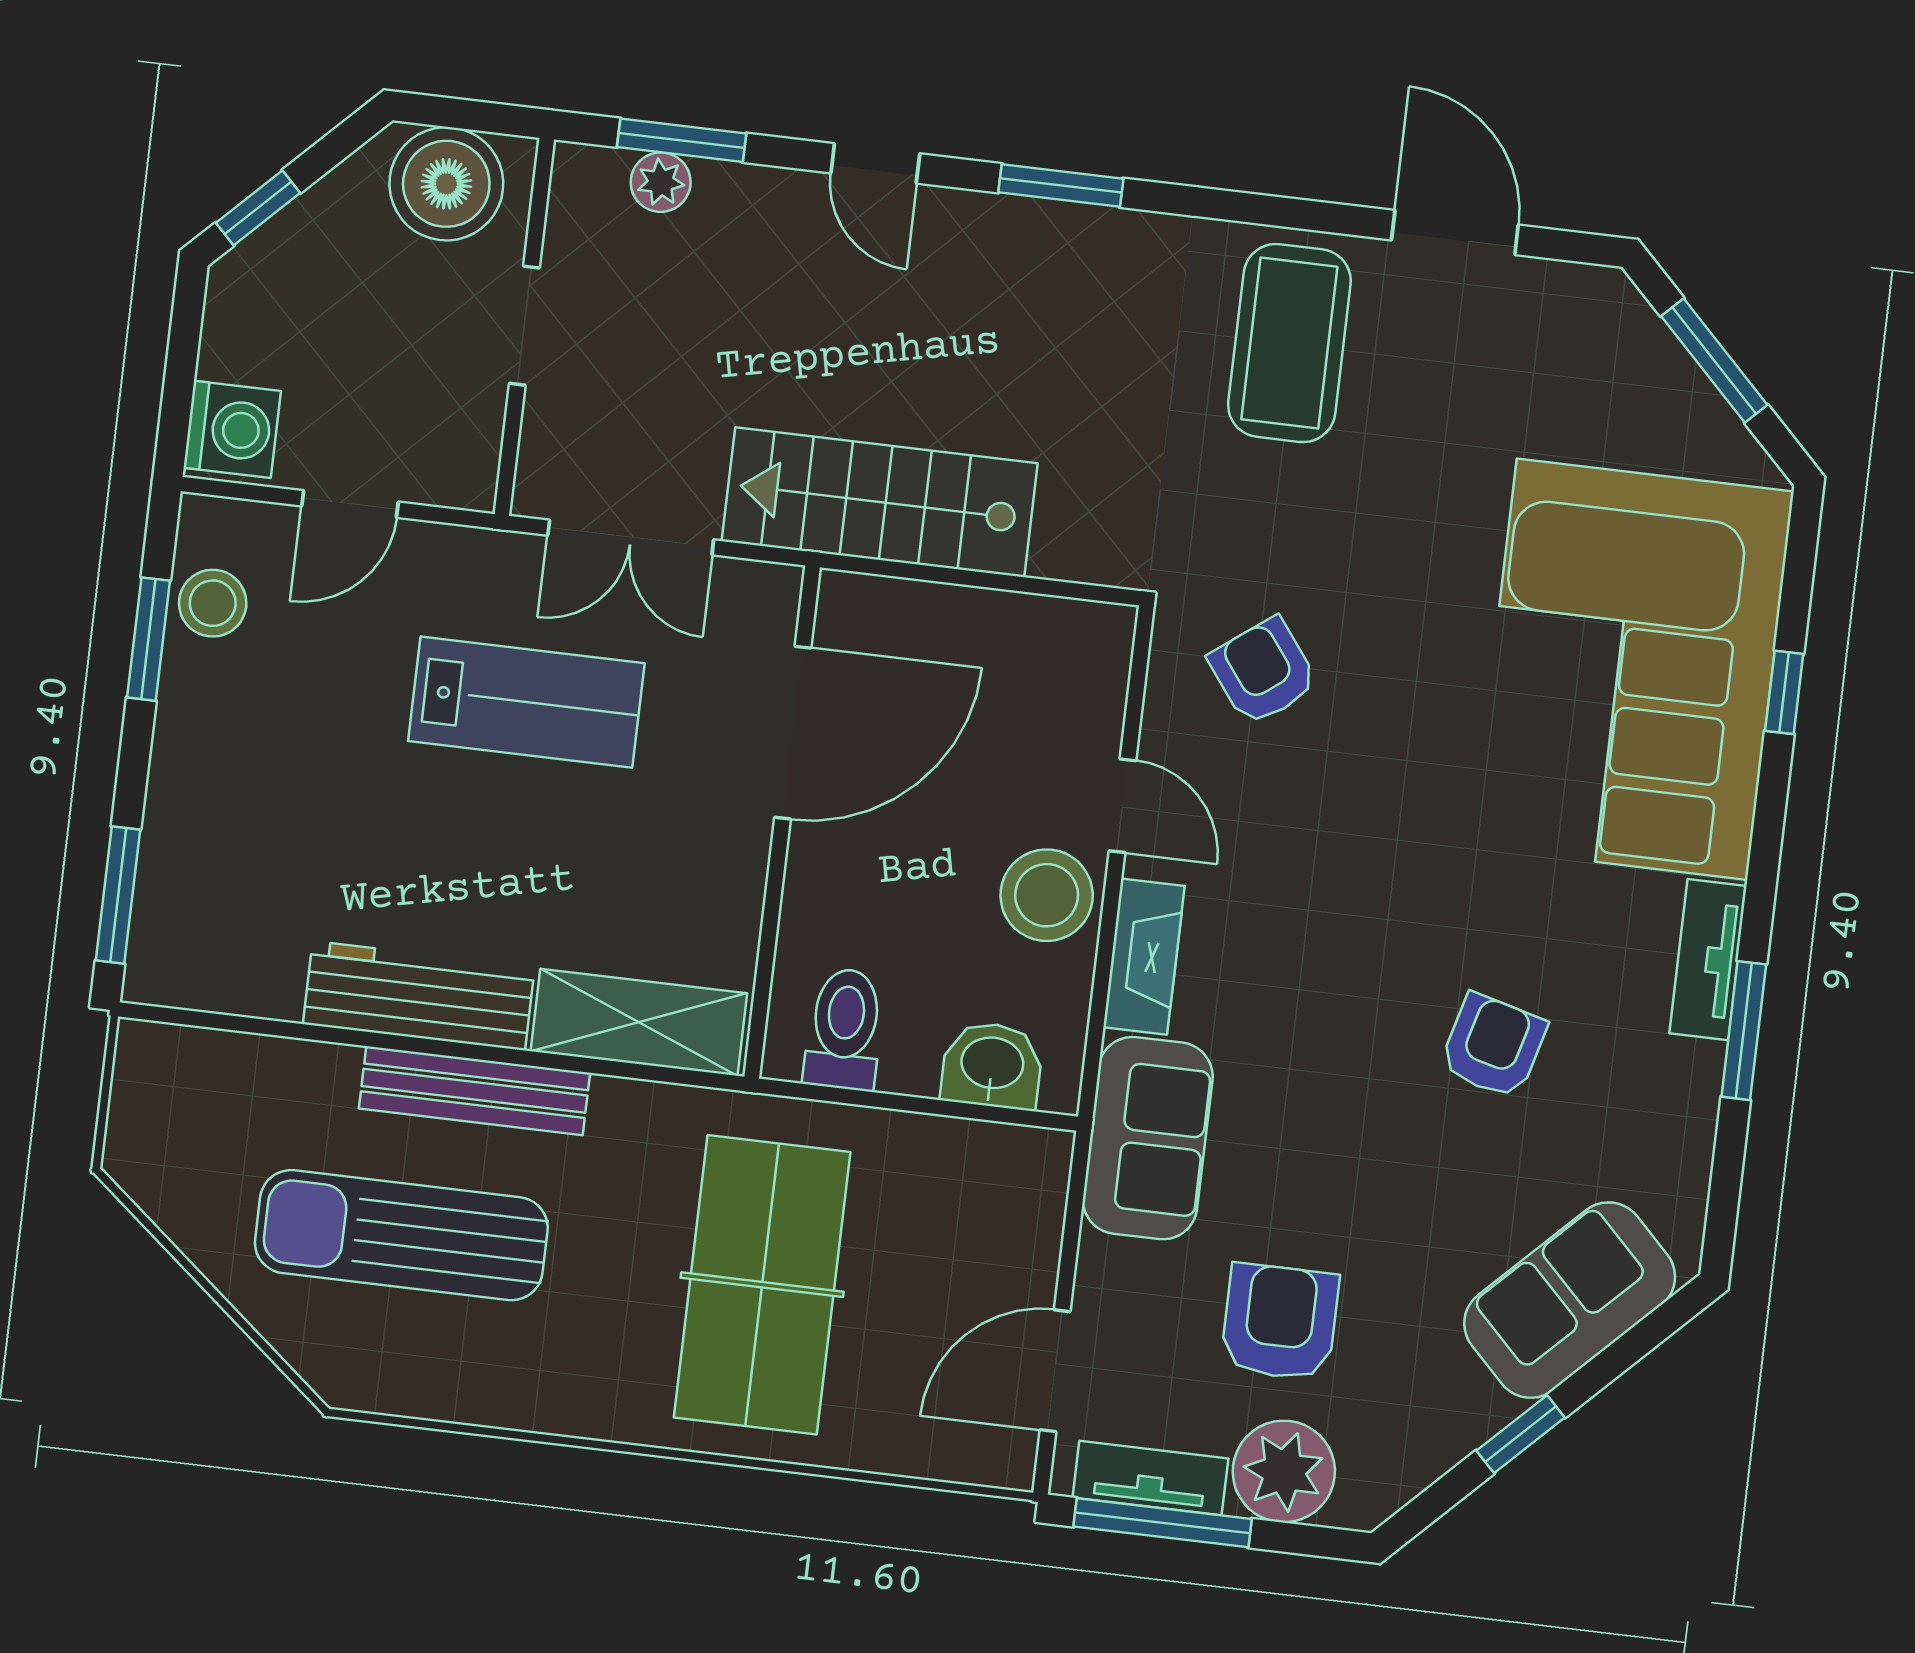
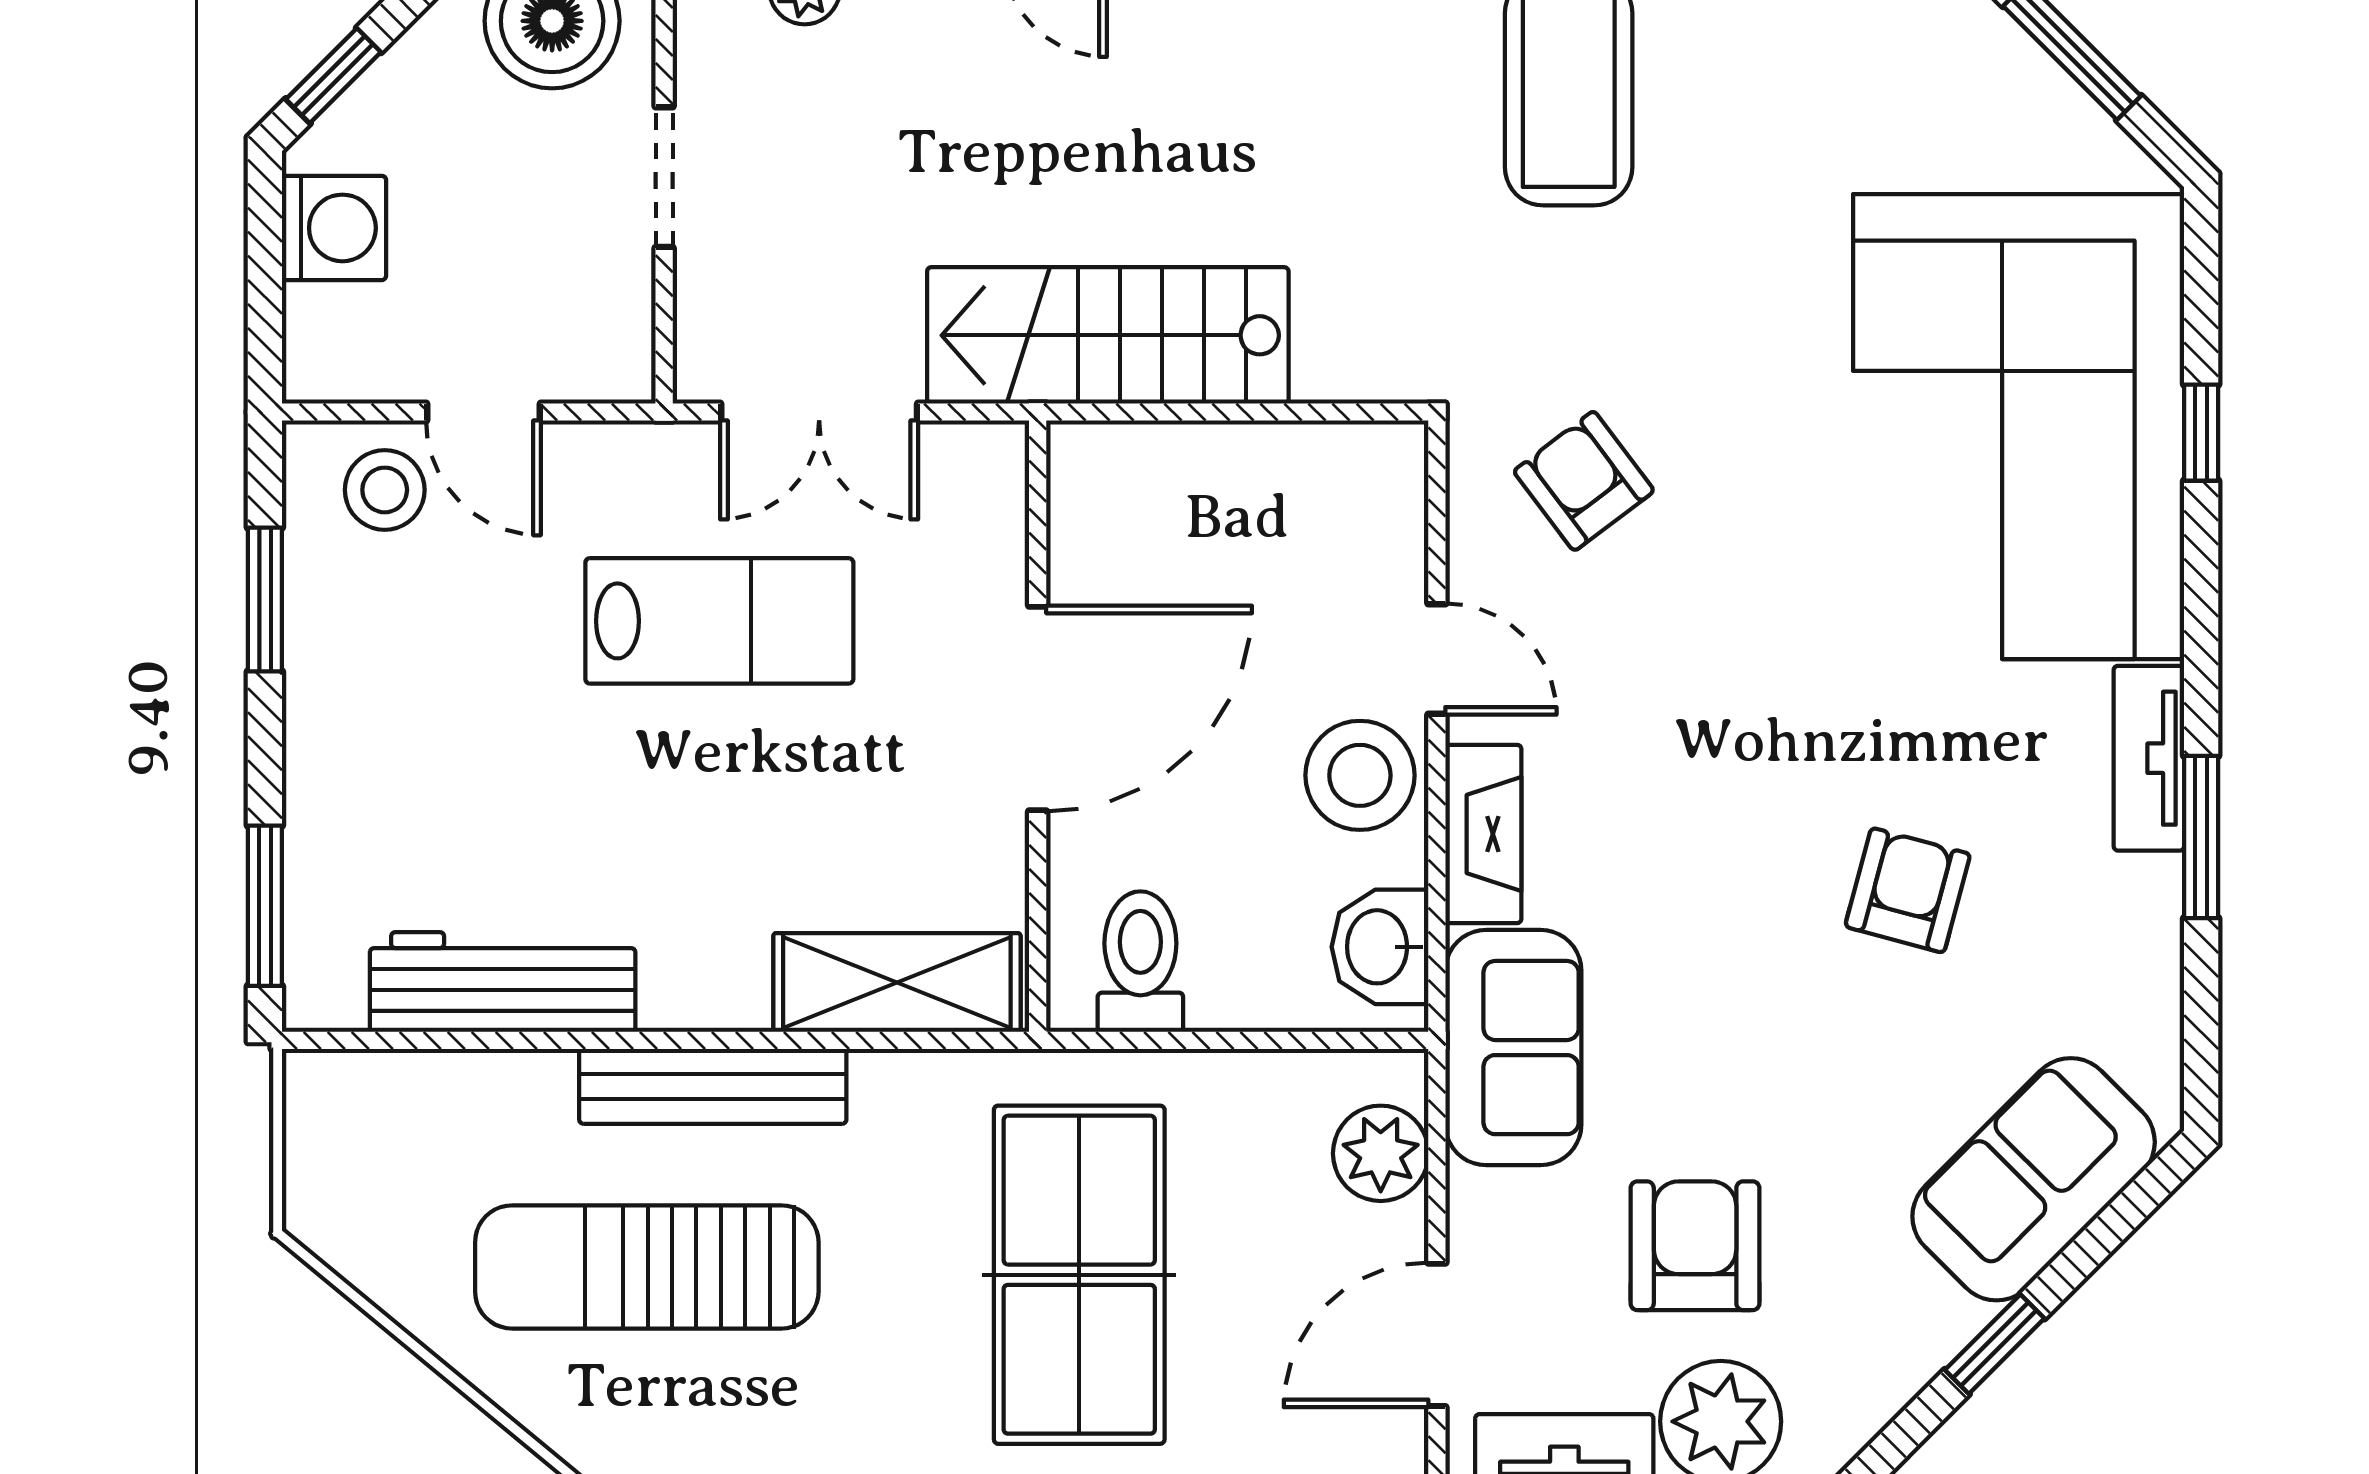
washing machine: (232, 429) -> (334, 228), moved
door: (350, 504) -> (483, 412), hinge flipped
stool: (213, 603) -> (385, 490), moved
door: (793, 733) -> (1038, 708), moved
workbench: (419, 996) -> (503, 982), moved
washbasin: (992, 1065) -> (1380, 947), moved, turned -90
plant: (1026, 1213) -> (1381, 1153), added

